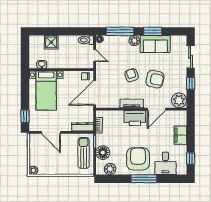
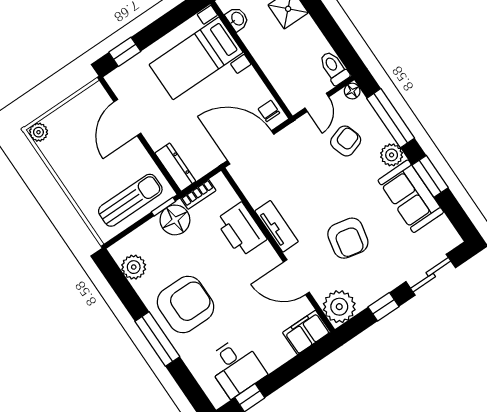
armchair: (132, 75) -> (346, 141), moved
printer: (135, 118) -> (241, 230), moved
filing cabinet: (180, 135) -> (306, 332), moved
floor lamp: (103, 153) -> (175, 220), moved
desk: (165, 163) -> (236, 367), moved, turned -90

